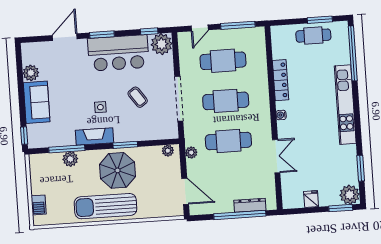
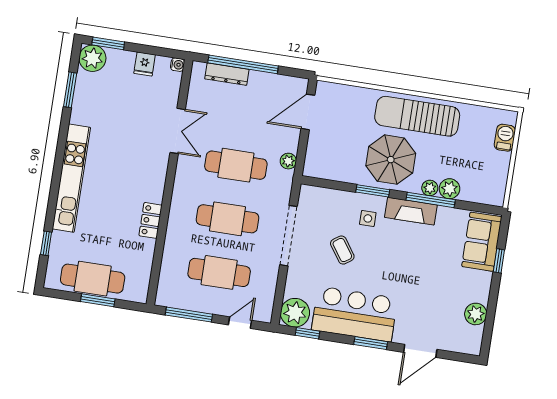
window: (320, 20) -> (98, 300), moved
cafe table: (313, 36) -> (93, 279), width x1.37, depth x1.35
window: (353, 53) -> (46, 243), width x0.32
locker: (281, 80) -> (151, 220), width x0.66
sofa: (37, 102) -> (482, 242), moved
side table: (100, 107) -> (368, 218), moved
water cooler: (281, 115) -> (177, 65), moved
window: (24, 136) -> (499, 261), moved
window: (67, 149) -> (431, 200), moved
plant: (168, 151) -> (430, 188), moved
double door: (276, 156) -> (178, 131), swing flipped
door: (185, 191) -> (308, 112), hinge flipped
sun lounger: (105, 206) -> (417, 116), turned 180

